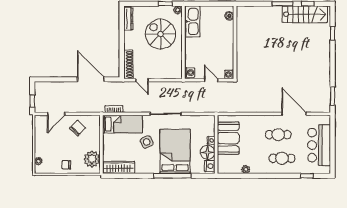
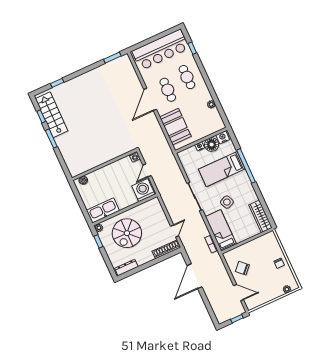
washing machine: (190, 73) -> (143, 190), width x1.89, depth x1.89
door: (294, 114) -> (150, 99), moved
booth: (228, 138) -> (175, 127), moved, turned 90
bar counter: (319, 145) -> (161, 50), width x1.36
bed: (175, 151) -> (222, 169), width x0.67
plant: (92, 159) -> (264, 243), removed

